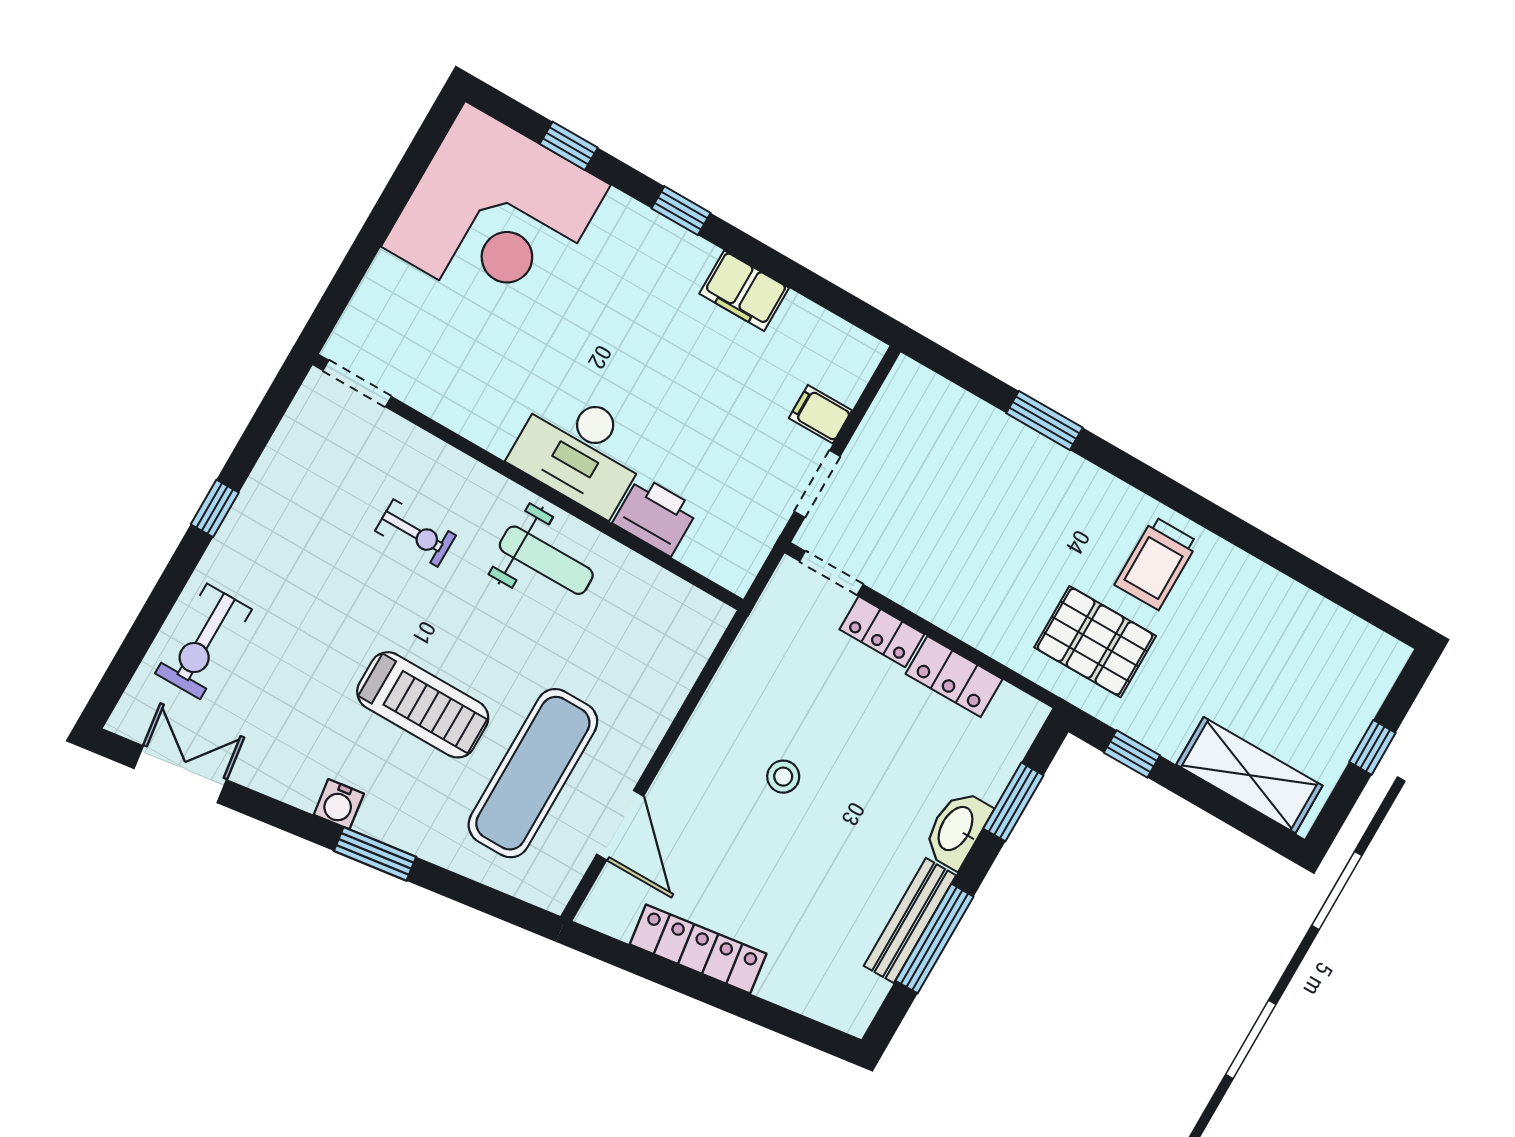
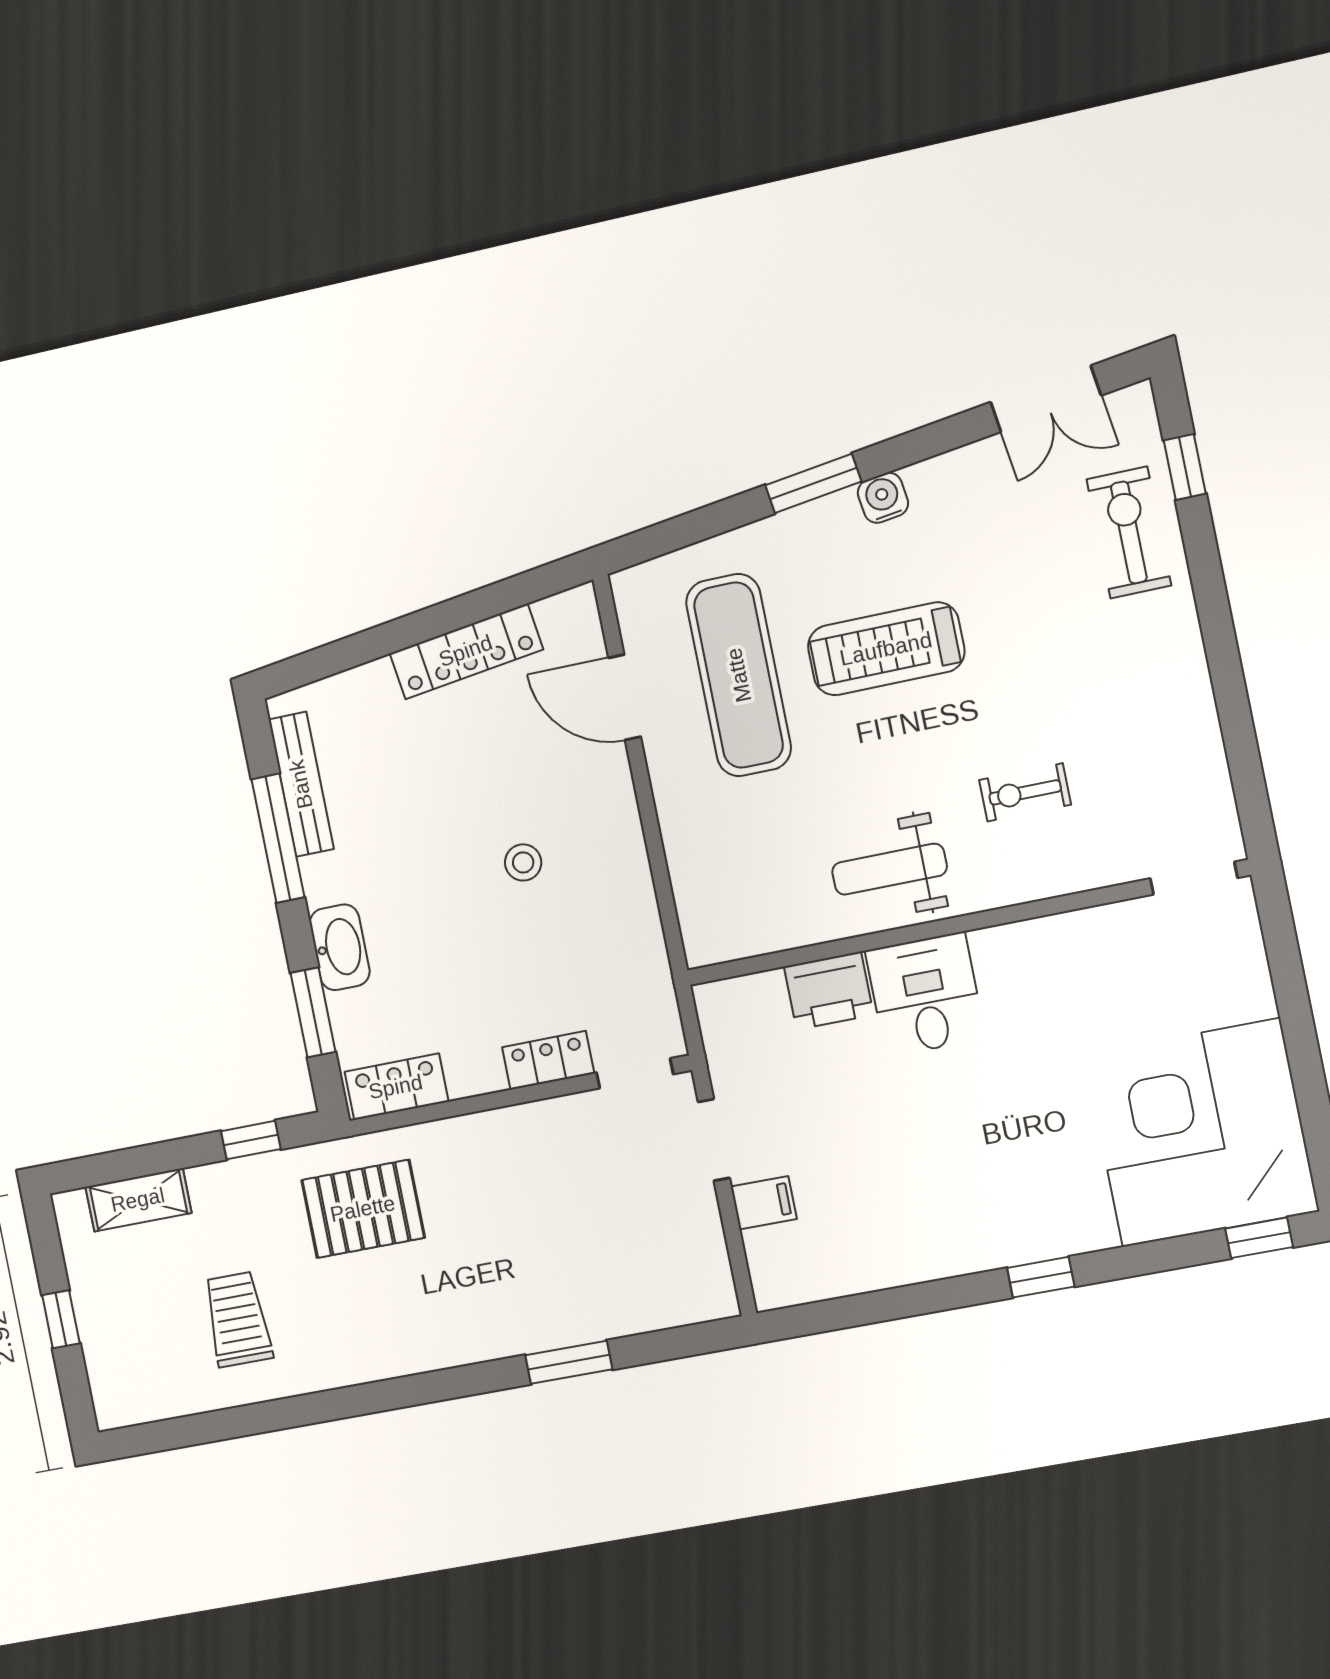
window: (569, 146) -> (1259, 1238), moved
filing cabinet: (744, 291) -> (924, 1254), removed
desk: (580, 450) -> (925, 994), width x0.73
window: (215, 508) -> (1185, 467), moved
trolley: (1156, 563) -> (238, 1319), moved
locker: (954, 677) -> (396, 1087), moved
shelving: (1249, 775) -> (138, 1200), width x0.67, depth x0.75
bench: (910, 921) -> (301, 784), moved

